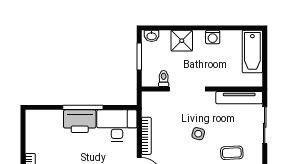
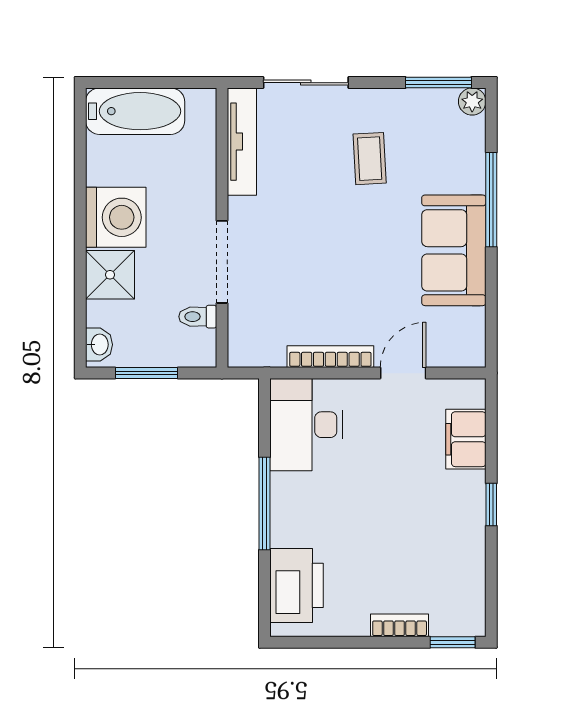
washing machine: (213, 37) -> (116, 217), width x1.89, depth x1.89
printer: (80, 121) -> (296, 585), moved
side table: (198, 134) -> (325, 236), removed

